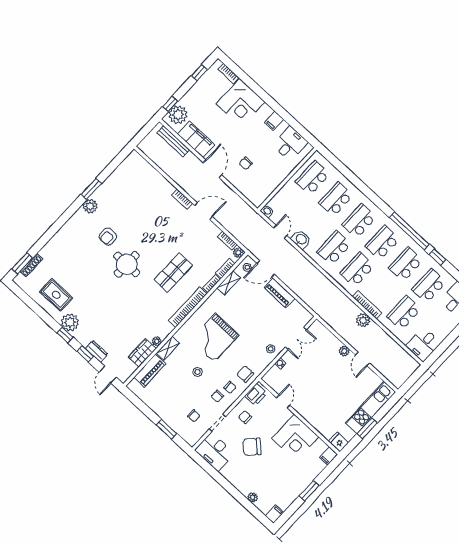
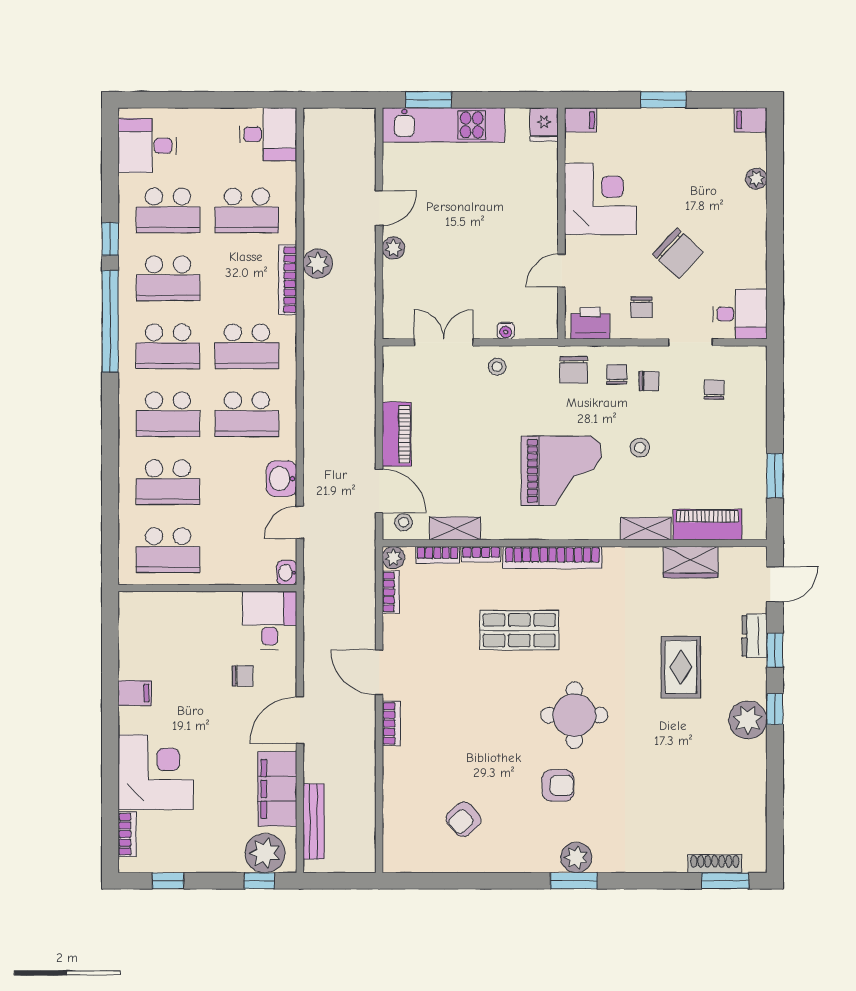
desk: (290, 144) -> (270, 620), moved, turned 90
window: (91, 189) -> (574, 881), moved
armchair: (126, 193) -> (463, 819), added
plant: (90, 206) -> (576, 857), moved
rug: (56, 295) -> (681, 667), moved
plant: (157, 341) -> (651, 556), removed
window: (367, 428) -> (428, 100), moved
window: (166, 429) -> (775, 476), moved
desk: (215, 452) -> (740, 314), width x0.73

